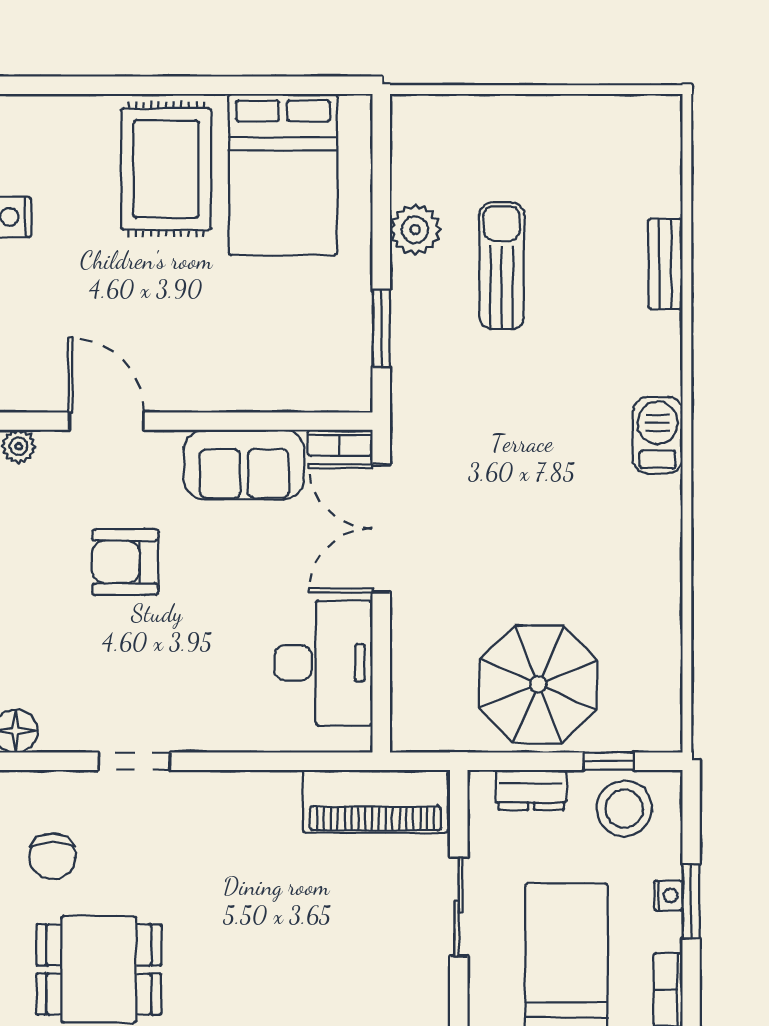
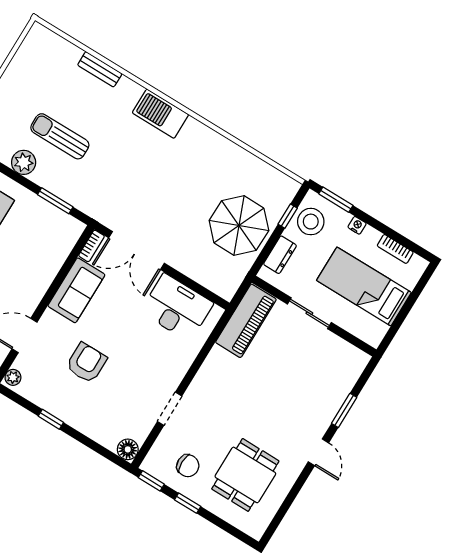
barbecue: (658, 435) -> (160, 114), width x1.37, depth x1.21
armchair: (125, 562) -> (86, 363), turned 180
window: (691, 901) -> (336, 200), moved

